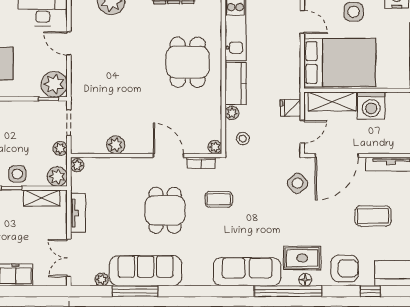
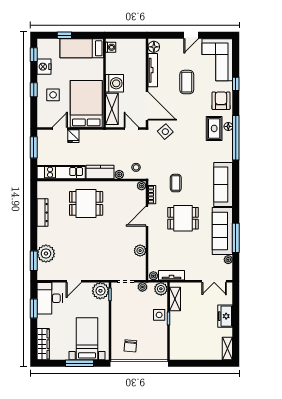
fridge: (291, 108) -> (73, 136), moved
tv unit: (78, 213) -> (171, 275), moved
sofa: (247, 272) -> (223, 184), moved

